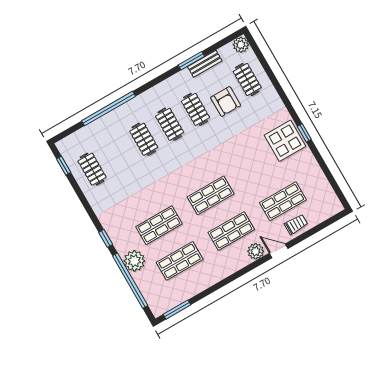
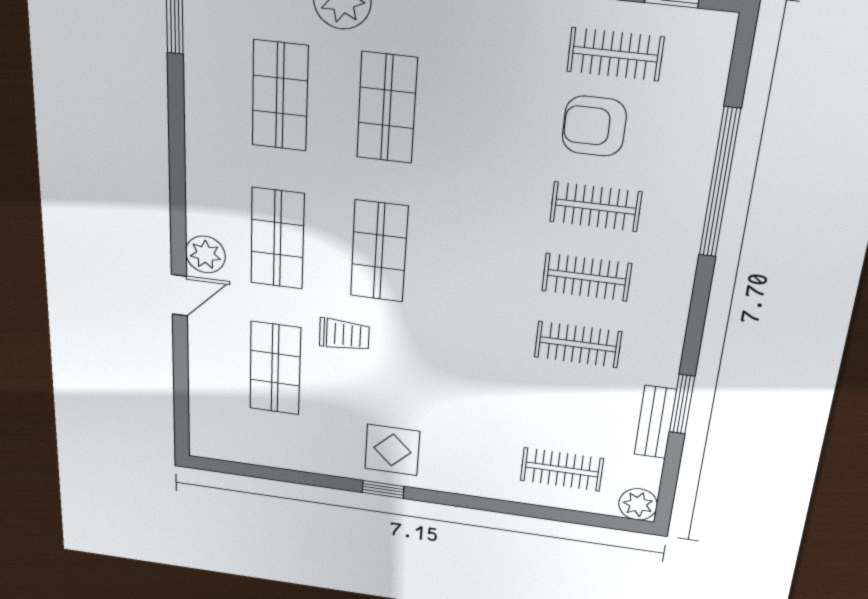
armchair: (226, 101) -> (594, 126), moved
display table: (285, 141) -> (392, 450), width x0.73, depth x0.73
trolley: (296, 224) -> (344, 335), moved, turned -90

